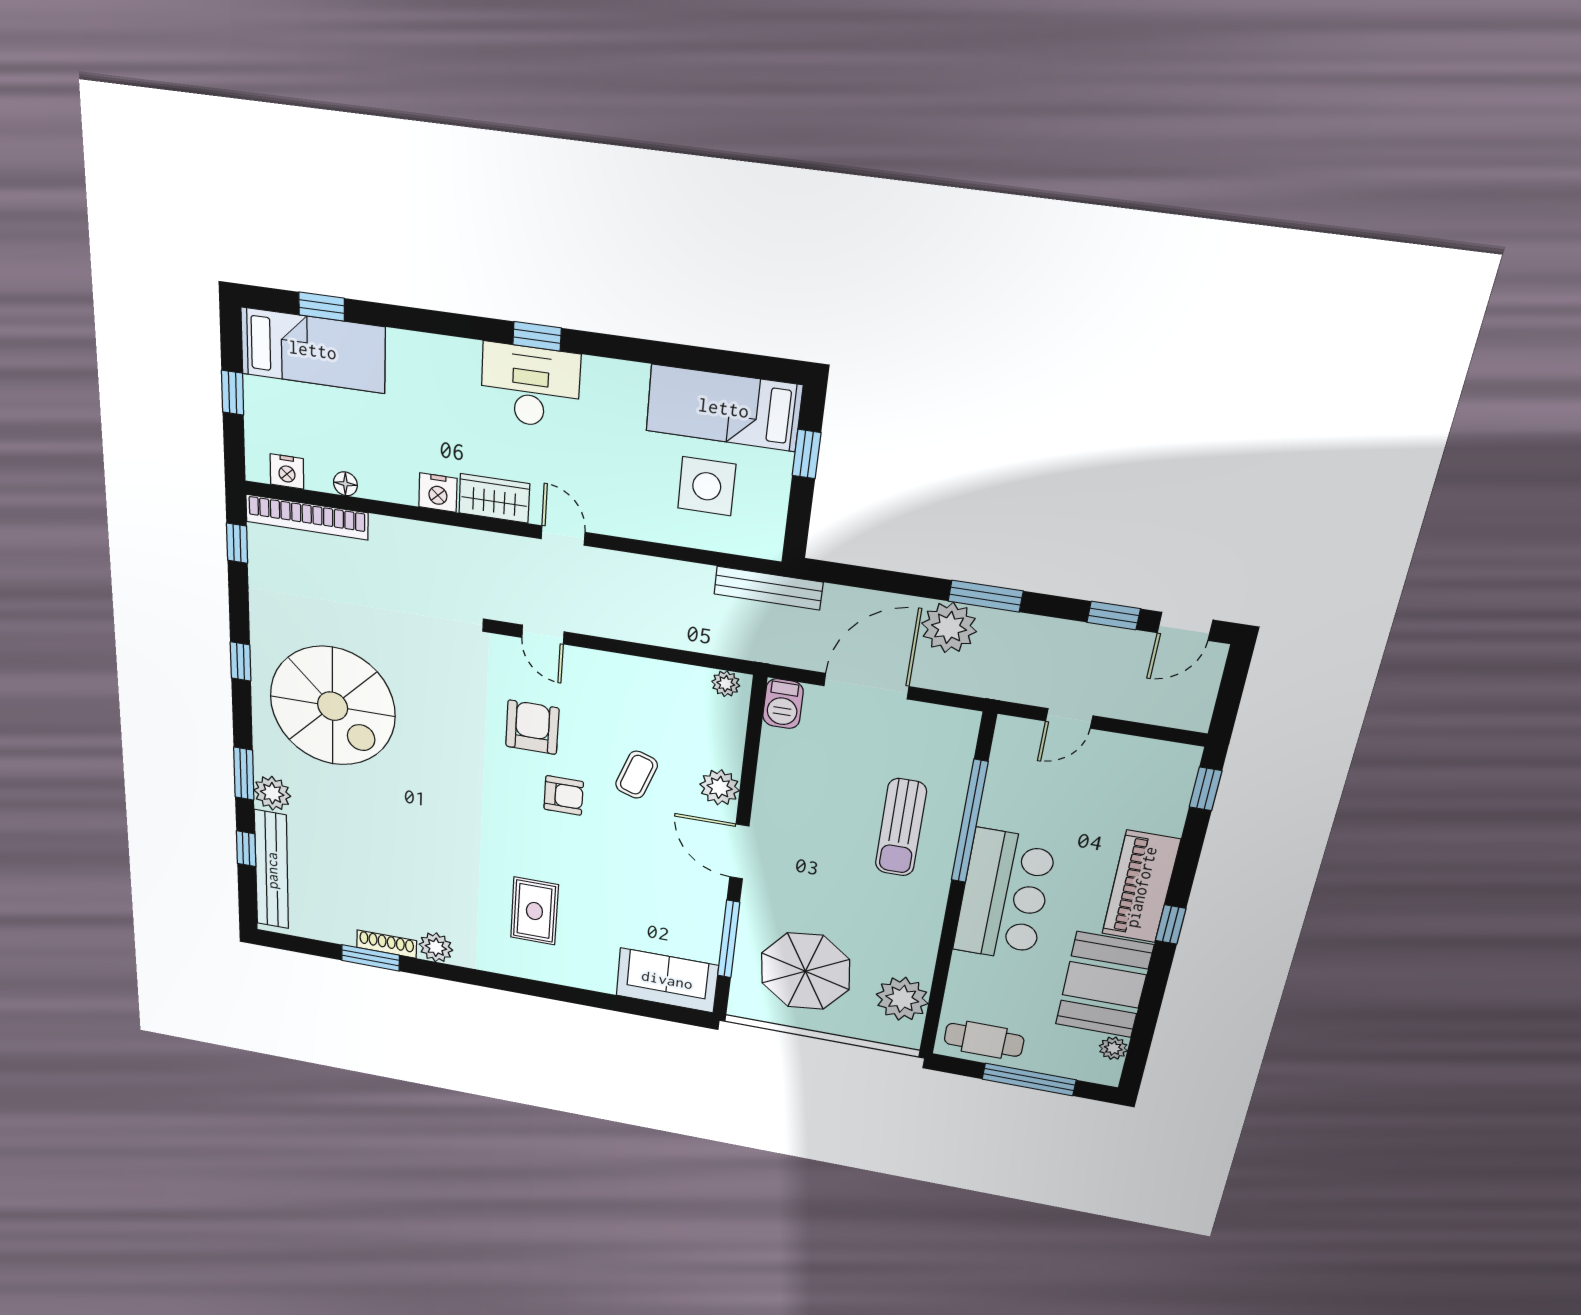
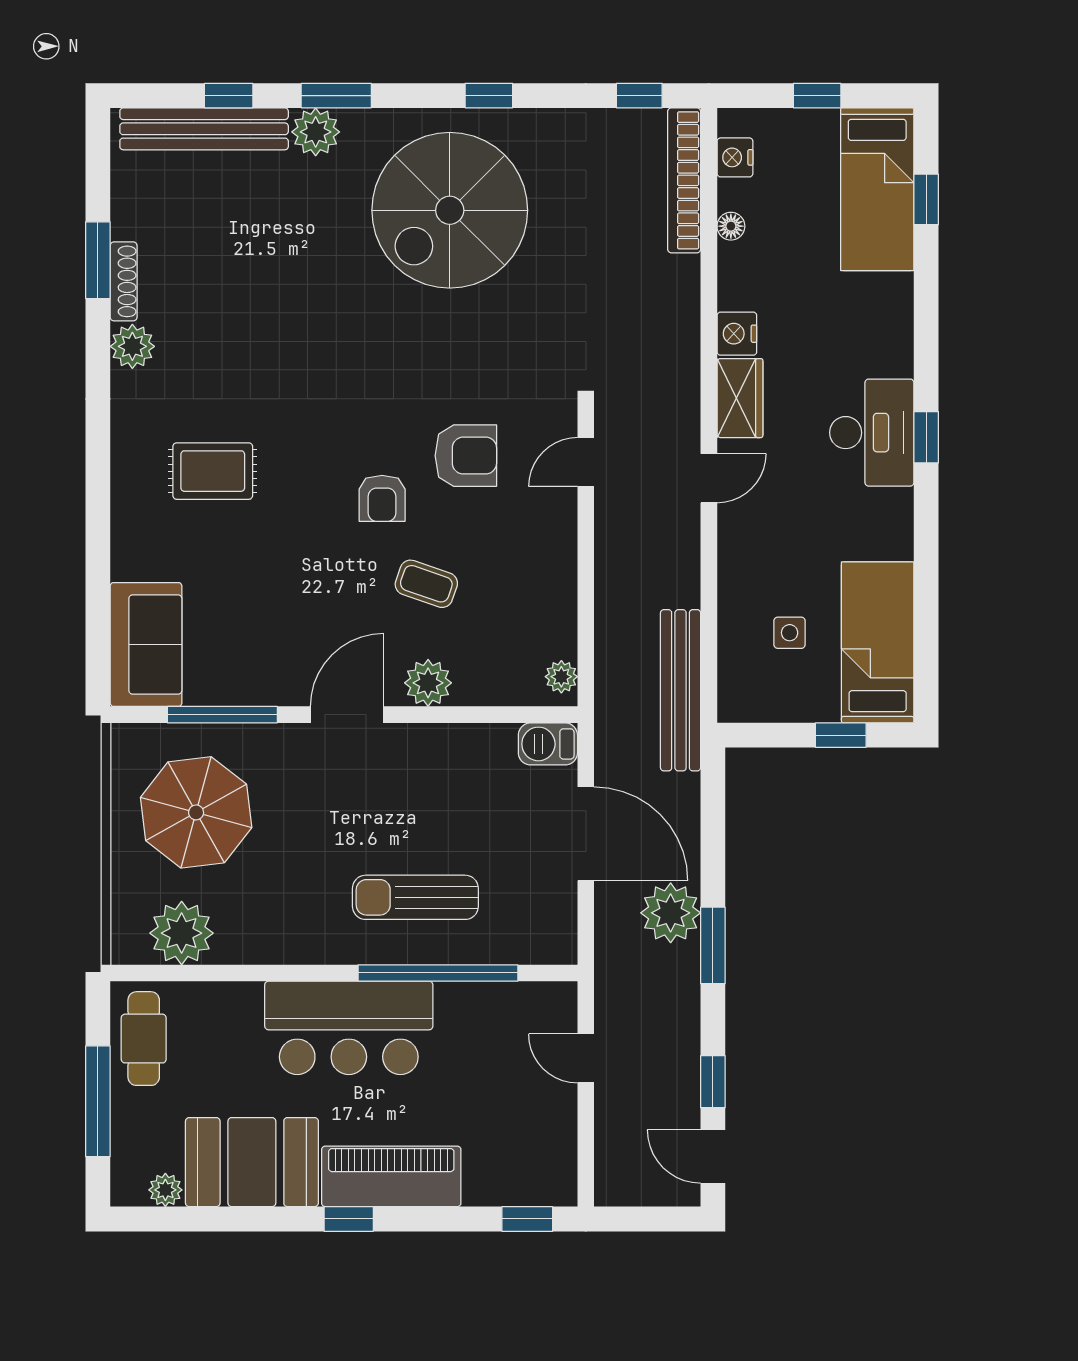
side table: (707, 486) -> (790, 633), width x0.54, depth x0.54
bench: (768, 588) -> (681, 690), width x1.37, depth x1.21

